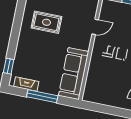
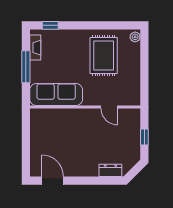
rug: (46, 22) -> (104, 55), width x1.36, depth x1.43

